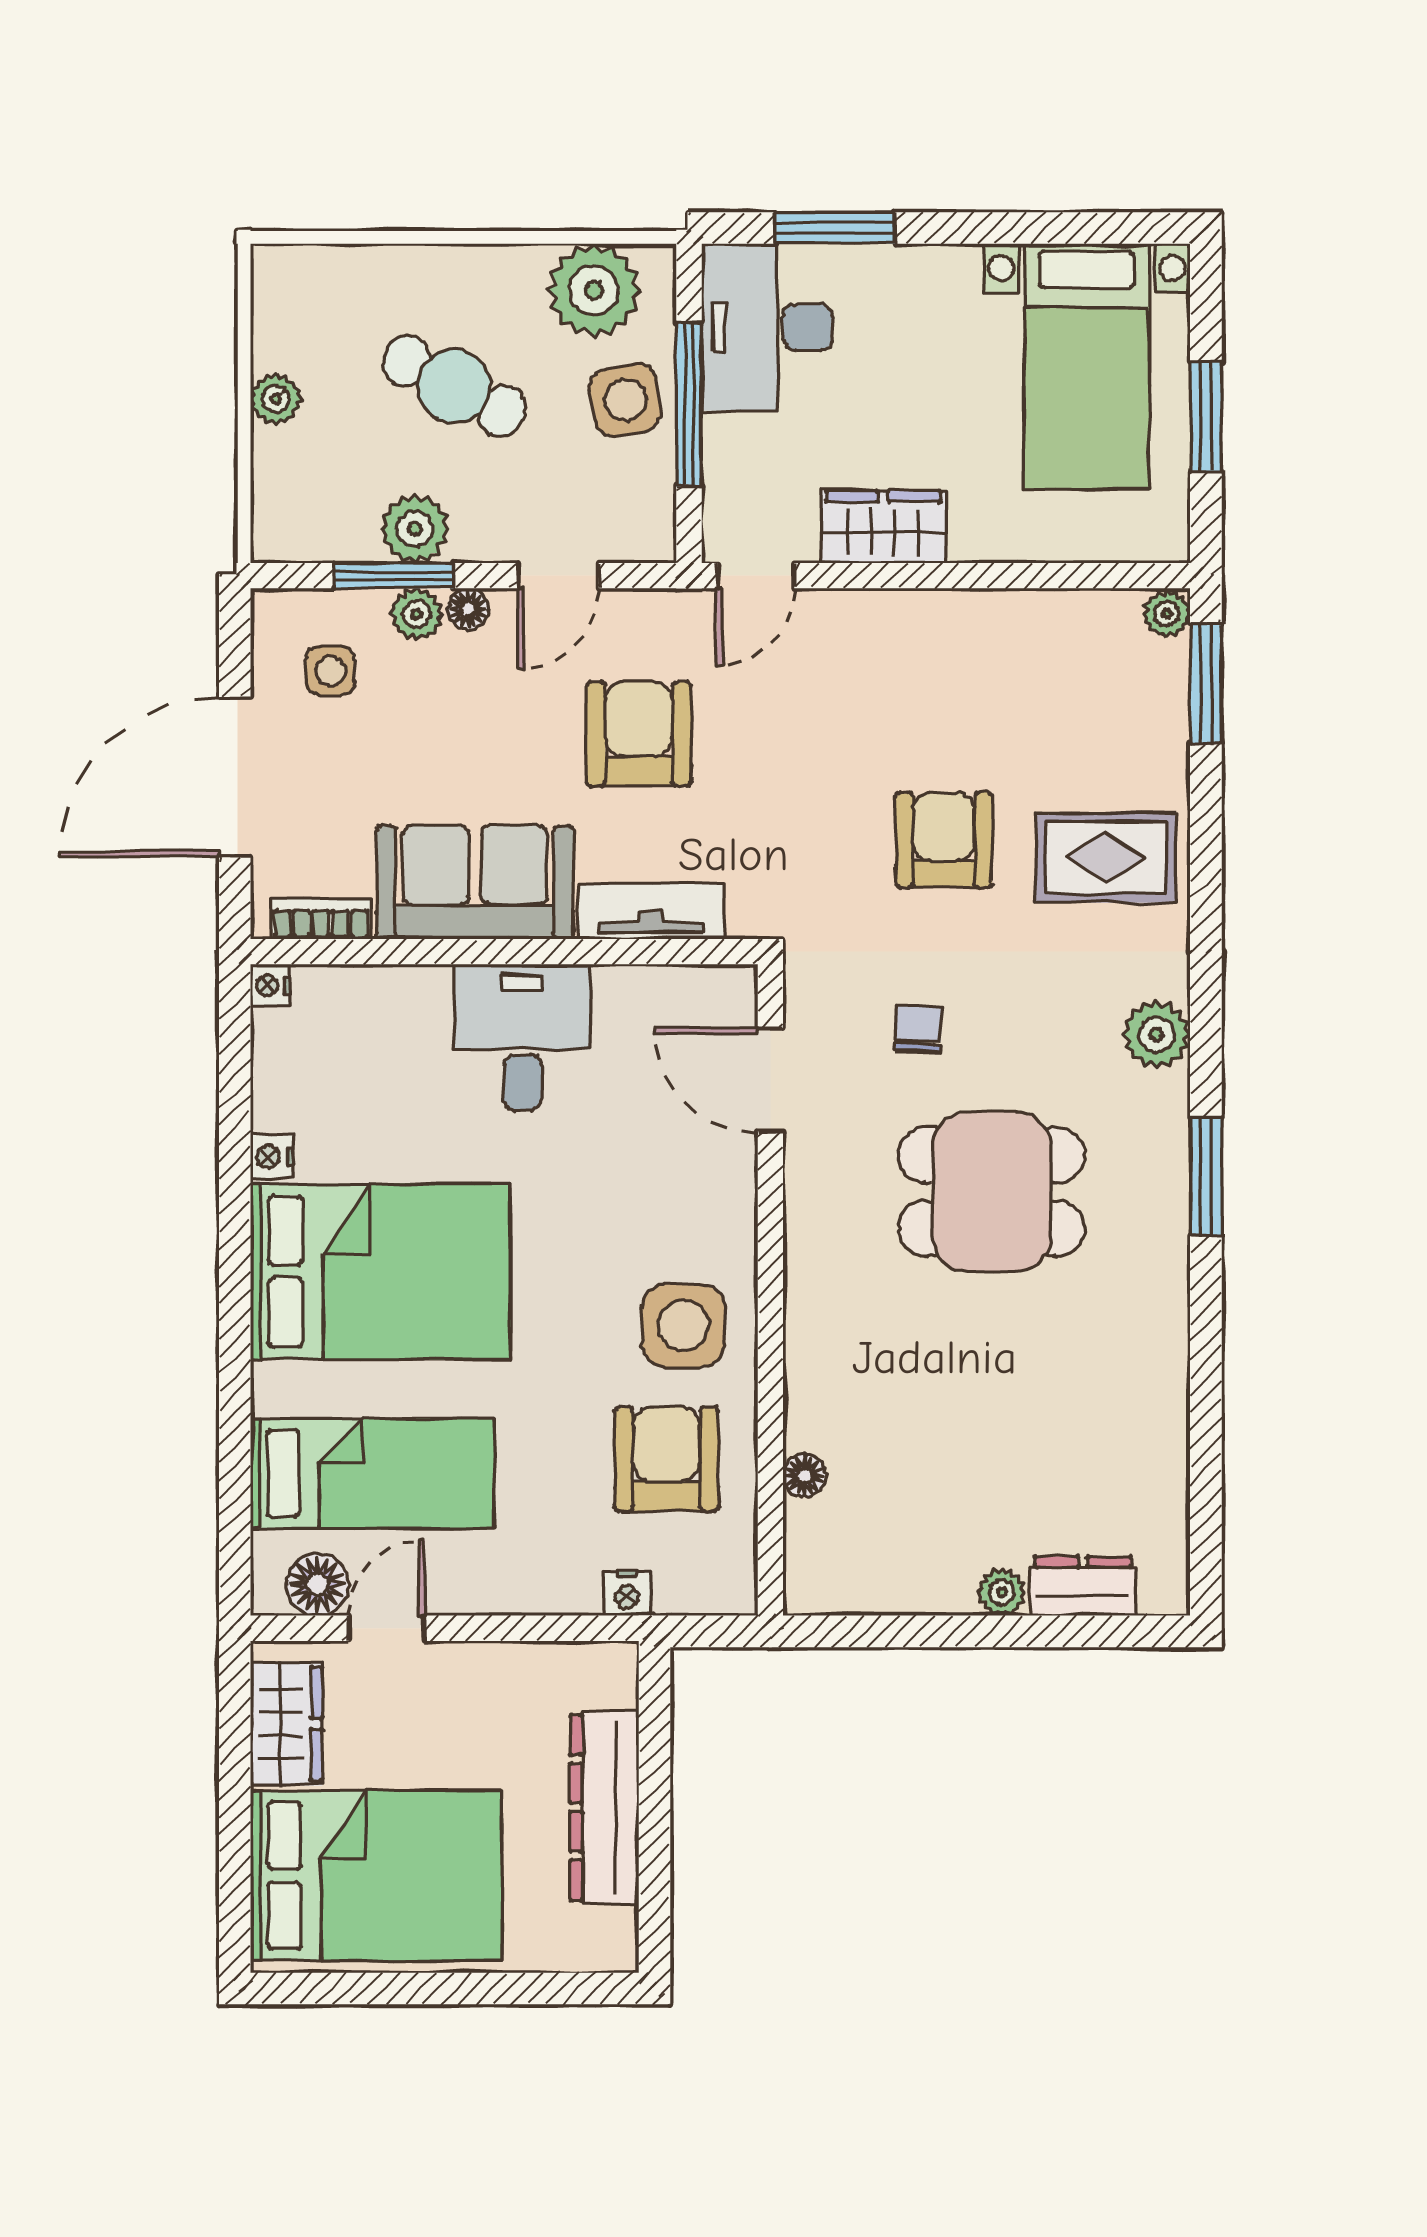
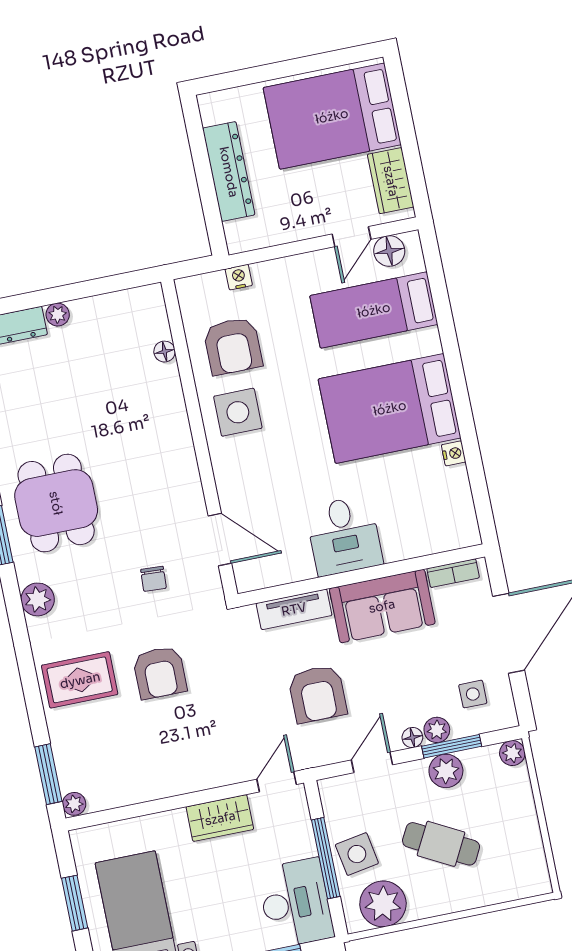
plant: (276, 399) -> (512, 753), moved
nightstand: (270, 985) -> (471, 536), removed
dining table: (992, 1192) -> (56, 503), moved, turned 90

